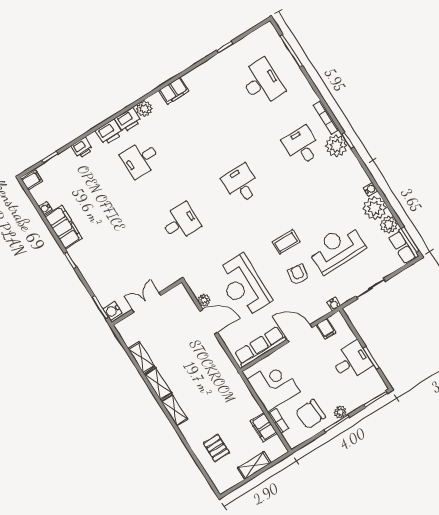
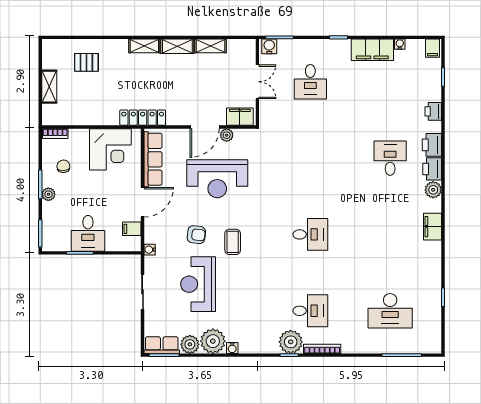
desk: (180, 222) -> (310, 82), moved
reception desk: (337, 248) -> (198, 284), turned 180
reception desk: (243, 286) -> (217, 179), turned 180
locker: (232, 376) -> (143, 118), added
chair: (311, 414) -> (63, 166), width x0.54, depth x0.54
bookcase: (278, 421) -> (55, 134), moved
filing cabinet: (264, 427) -> (240, 117), moved

